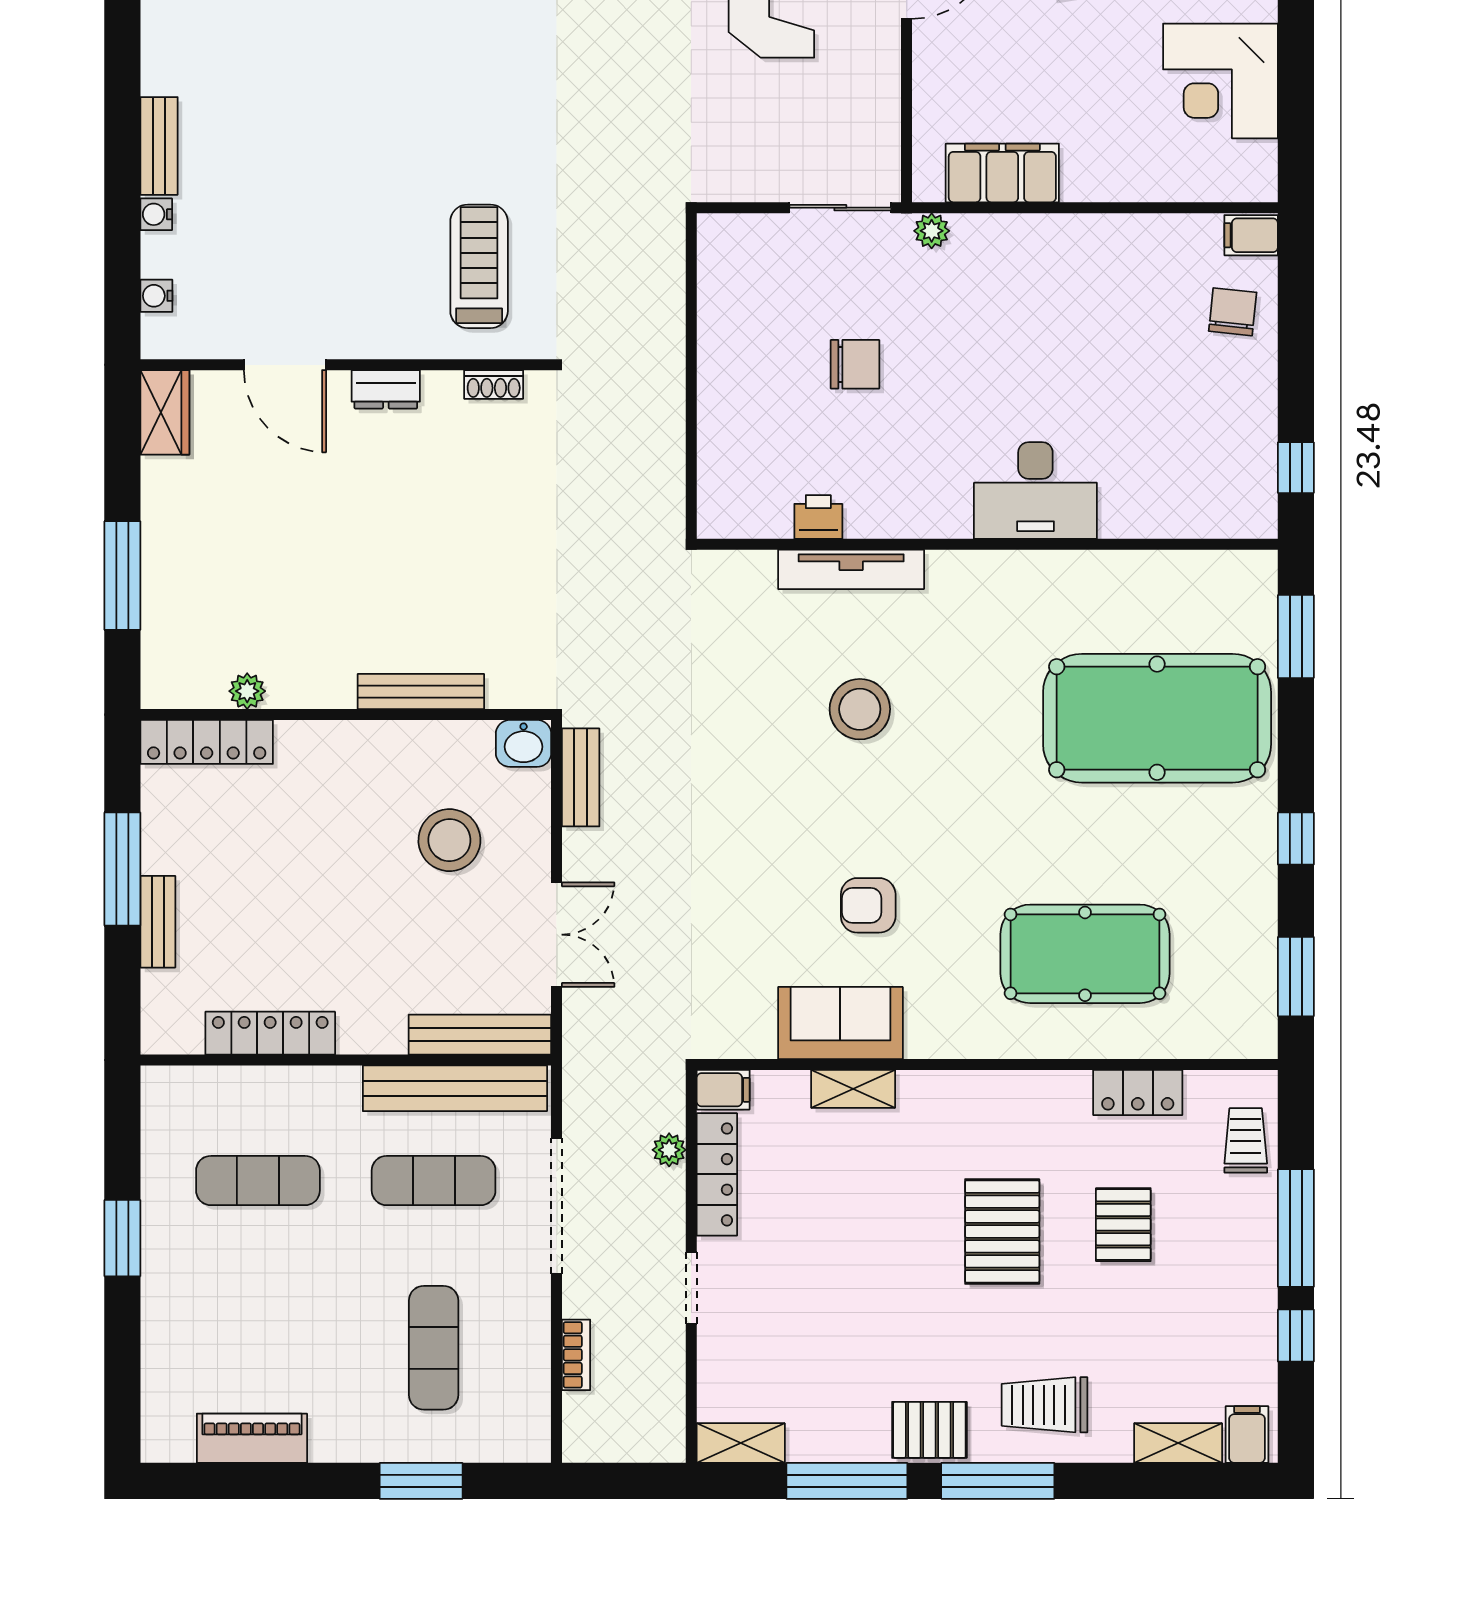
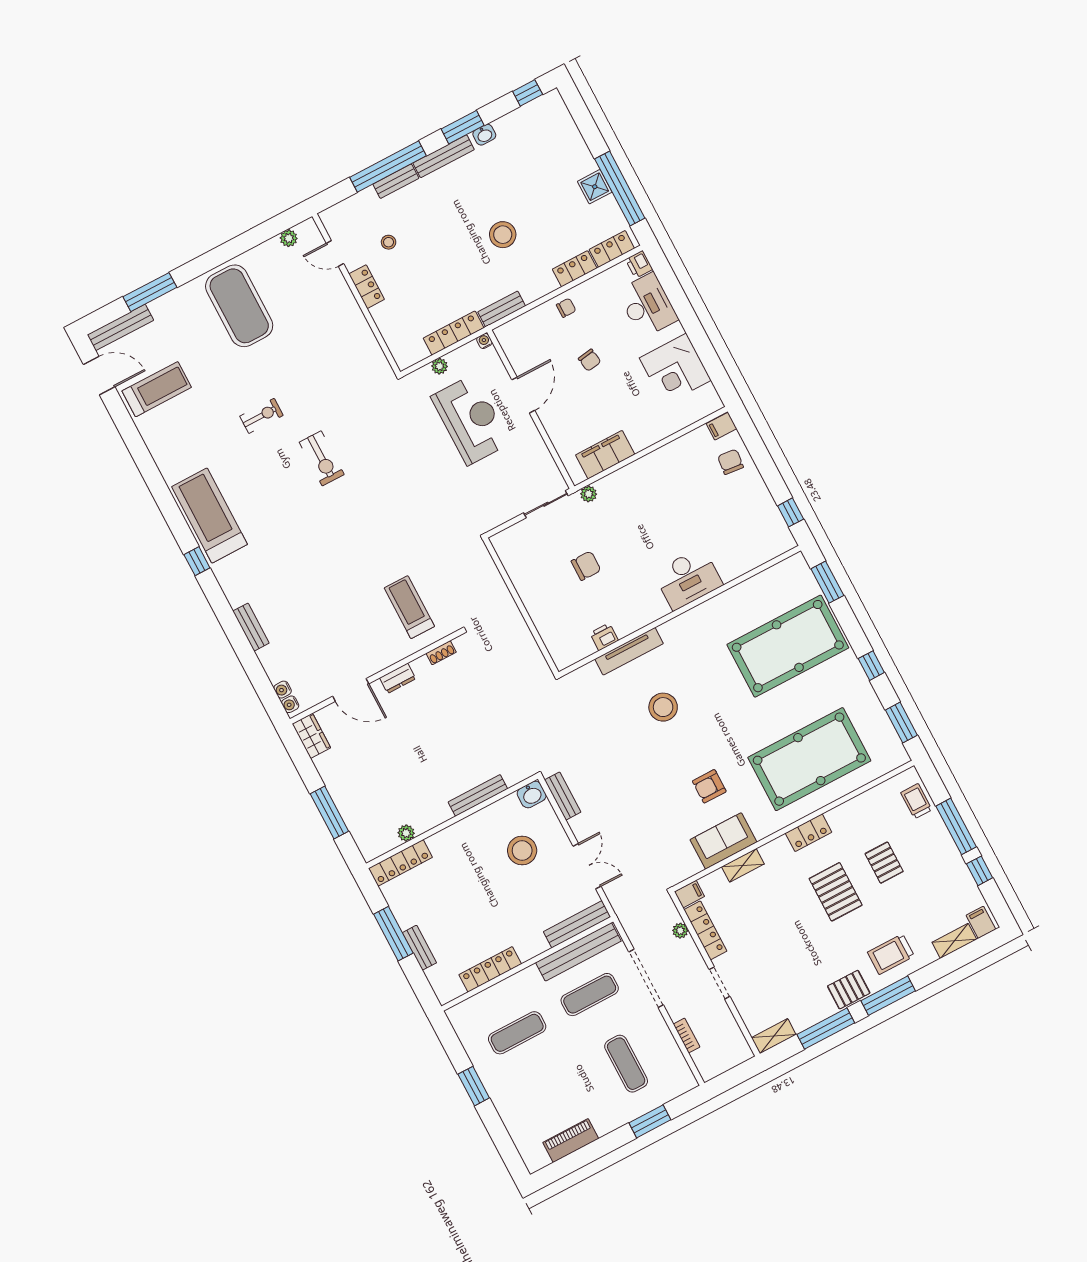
water cooler: (156, 214) -> (290, 704), moved
pool table: (1085, 954) -> (809, 759), width x1.36, depth x1.32
locker: (1138, 1092) -> (809, 833), moved

